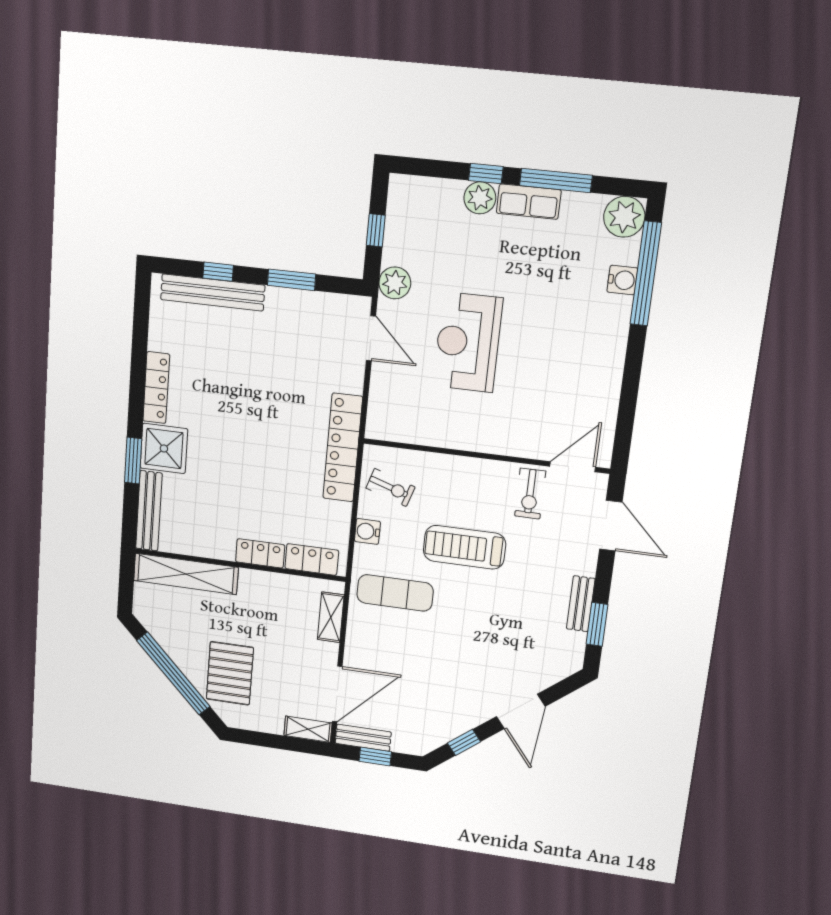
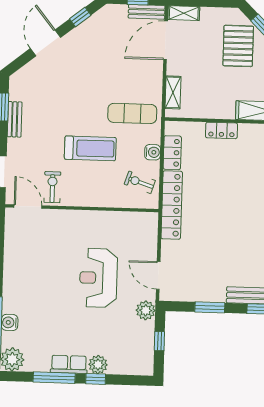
reception desk: (468, 342) -> (98, 278), turned 180
door: (573, 467) -> (28, 207), swing flipped
locker: (312, 559) -> (172, 153), moved, turned -90

